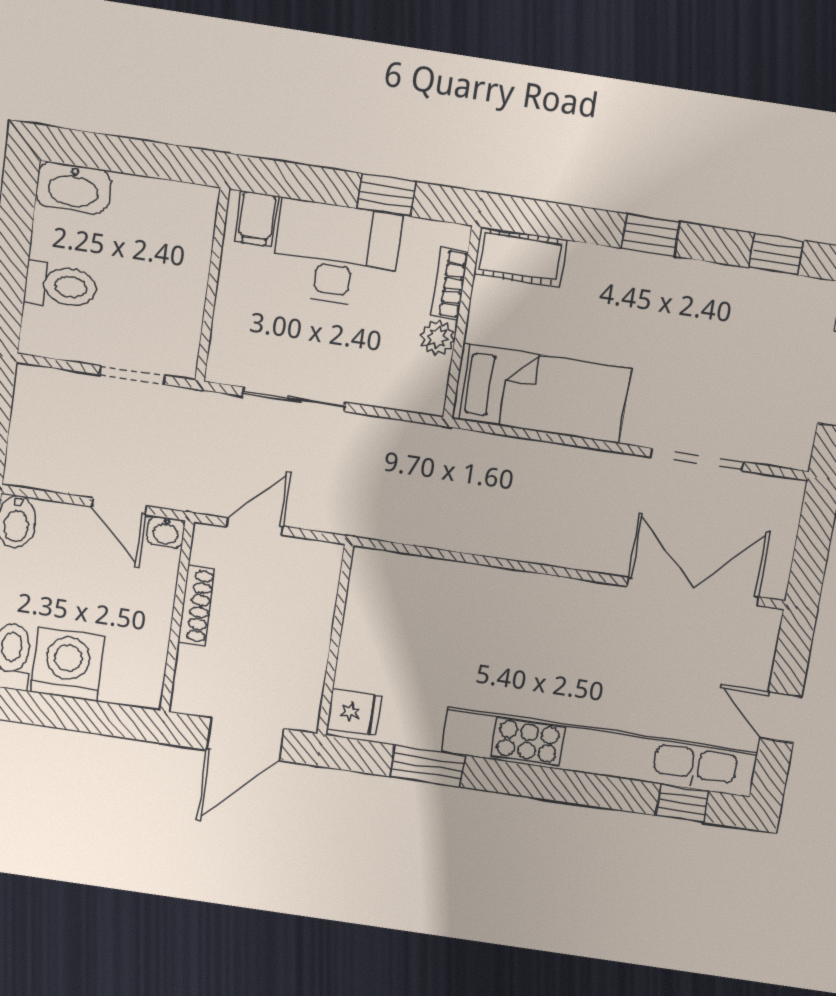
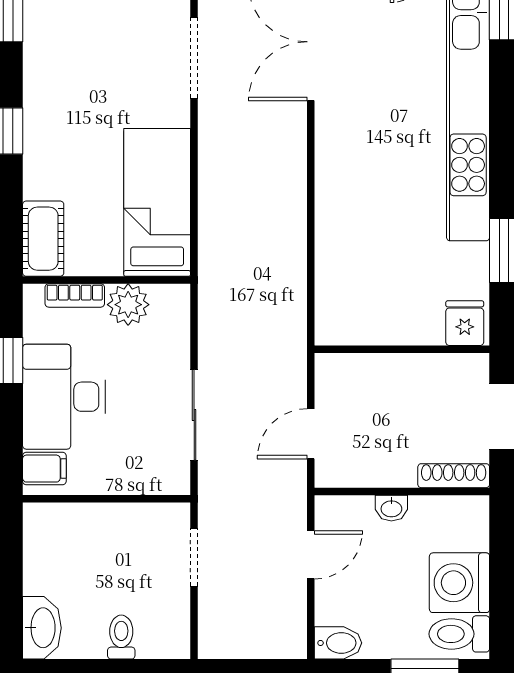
toilet: (61, 286) -> (121, 637), width x0.73, depth x0.72
plant: (438, 338) -> (128, 305), width x1.38, depth x1.38
door: (255, 526) -> (311, 434), hinge flipped
washbasin: (166, 532) -> (391, 508), moved, turned 90
shoe rack: (196, 606) -> (454, 476), moved

